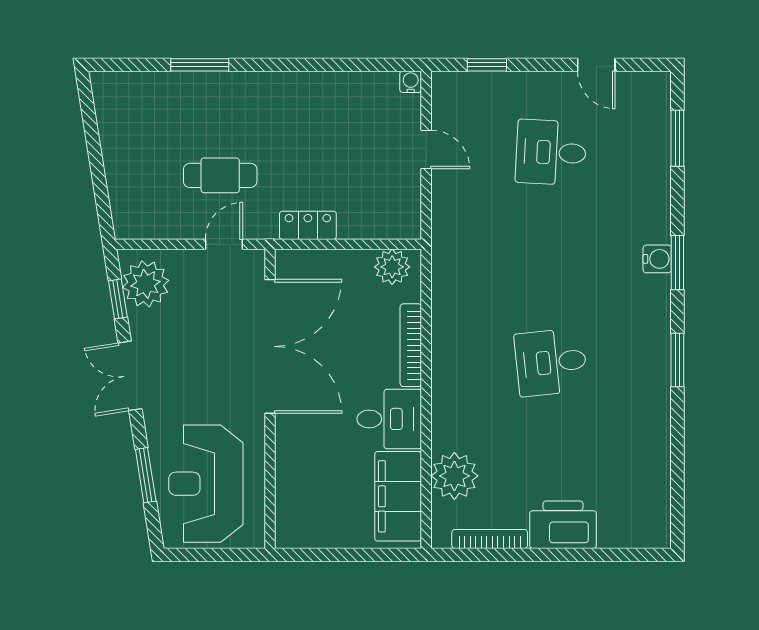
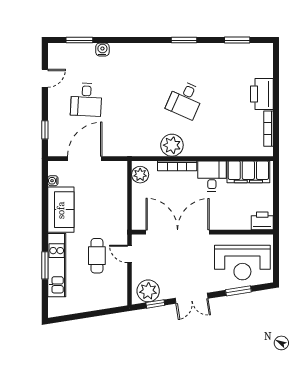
water cooler: (411, 82) -> (53, 181), moved
kitchen unit: (200, 90) -> (57, 265), added
sofa: (318, 99) -> (61, 210), added
door: (426, 149) -> (85, 159), width x1.88
locker: (308, 225) -> (121, 214), removed
water cooler: (657, 259) -> (102, 50), moved
window: (677, 263) -> (237, 40), moved
desk: (551, 362) -> (185, 100), turned 30
plant: (454, 476) -> (172, 145), moved
printer: (294, 526) -> (262, 221), added

